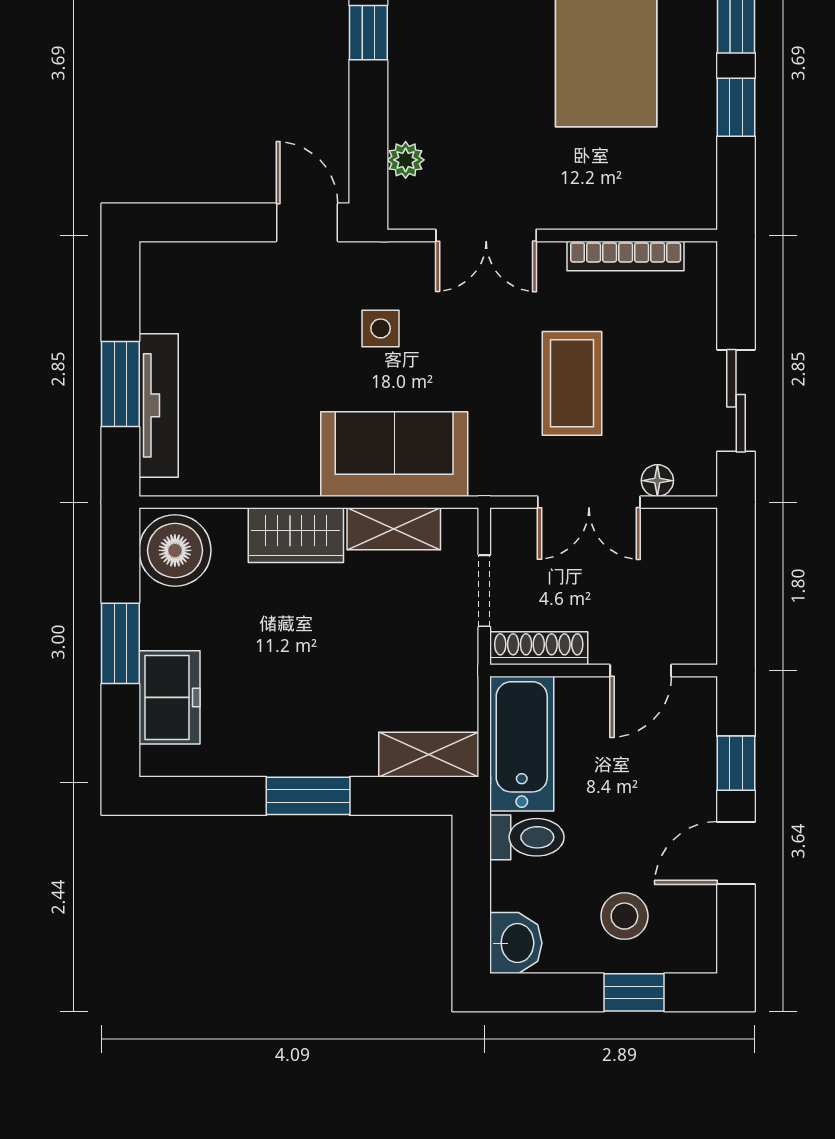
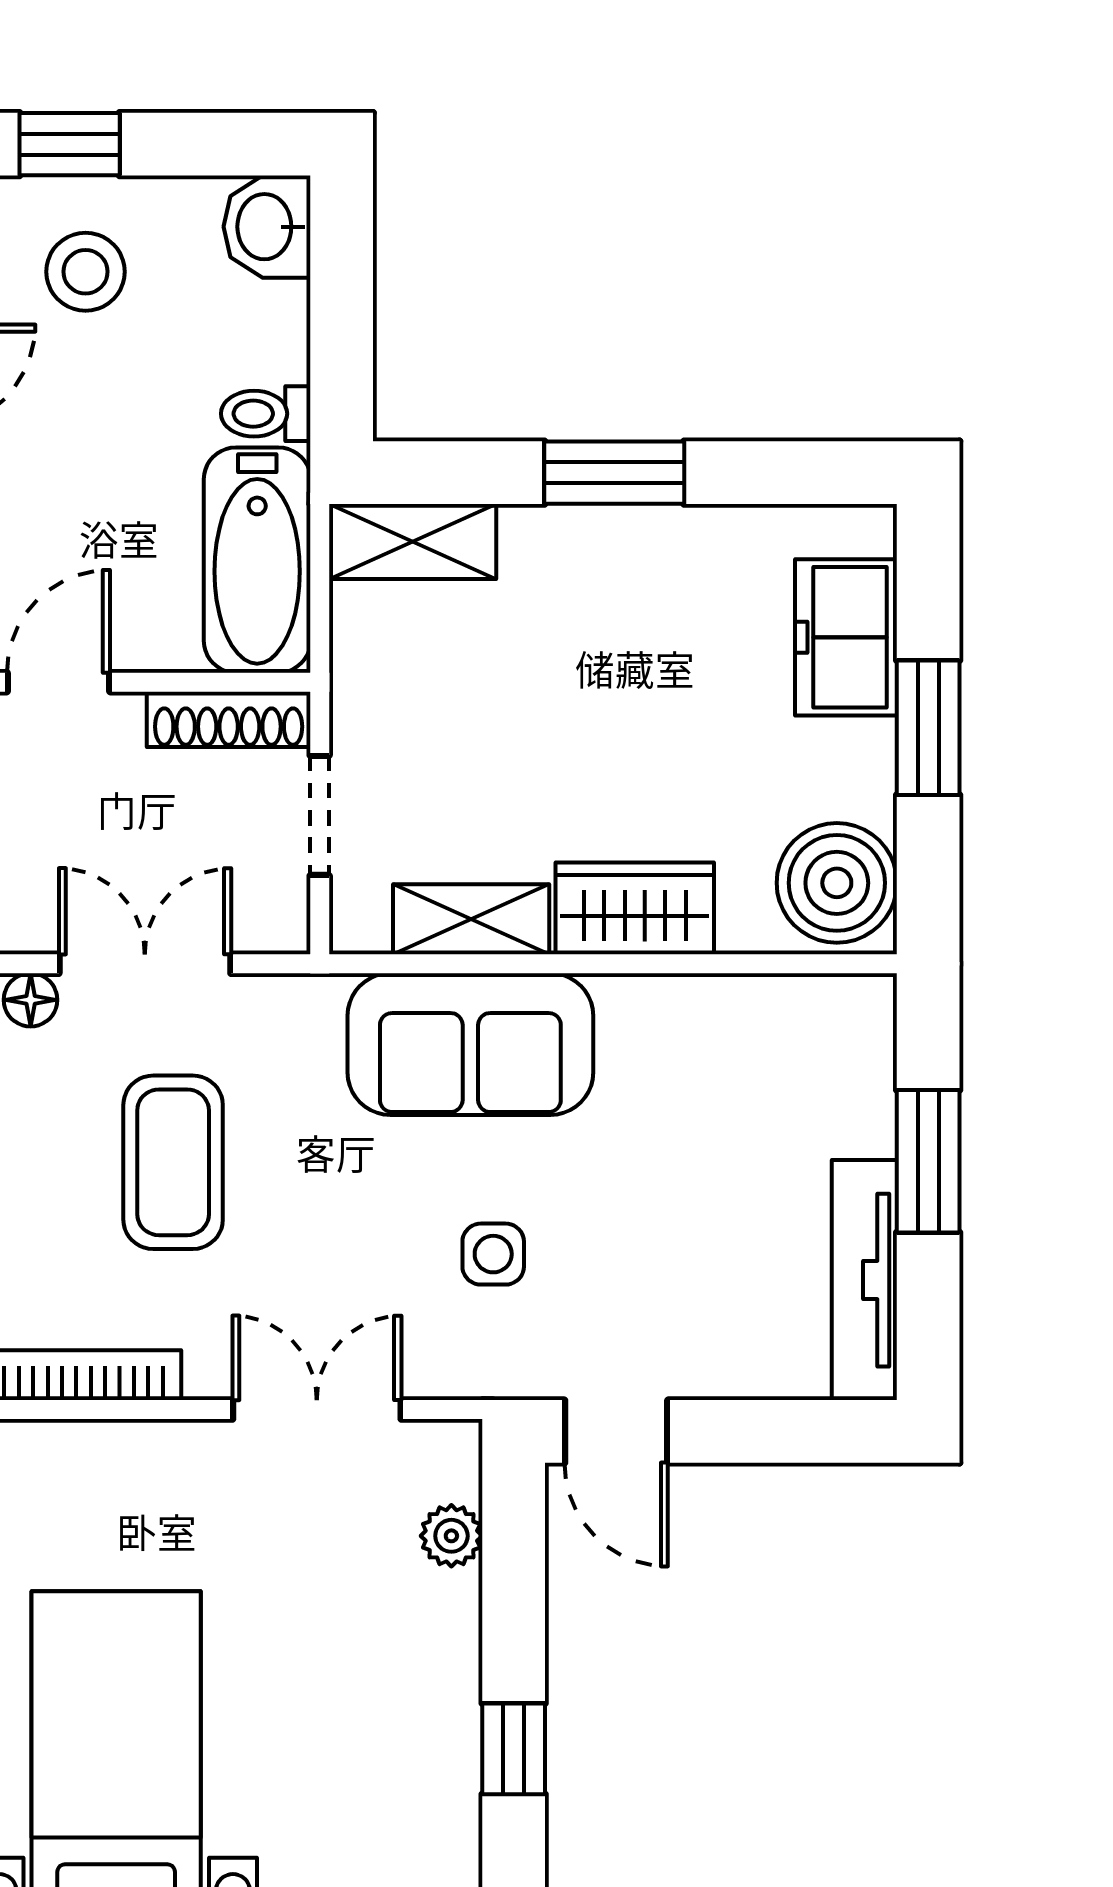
tv unit: (159, 405) -> (864, 1280), moved
toilet: (527, 837) -> (266, 414), width x0.73, depth x0.72

